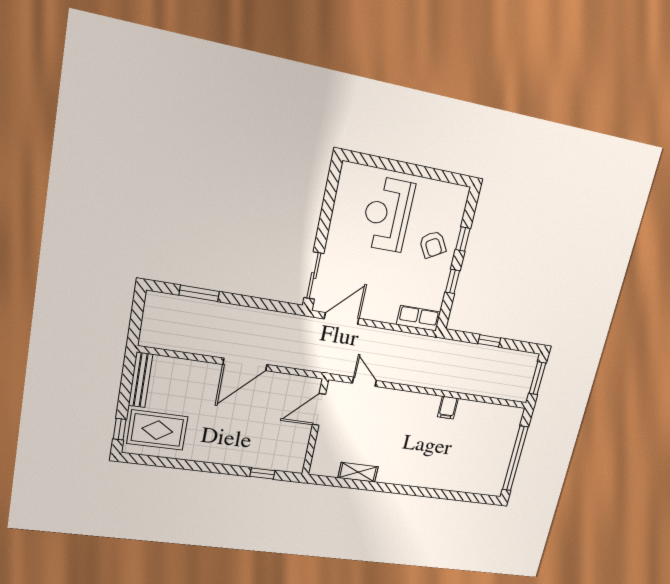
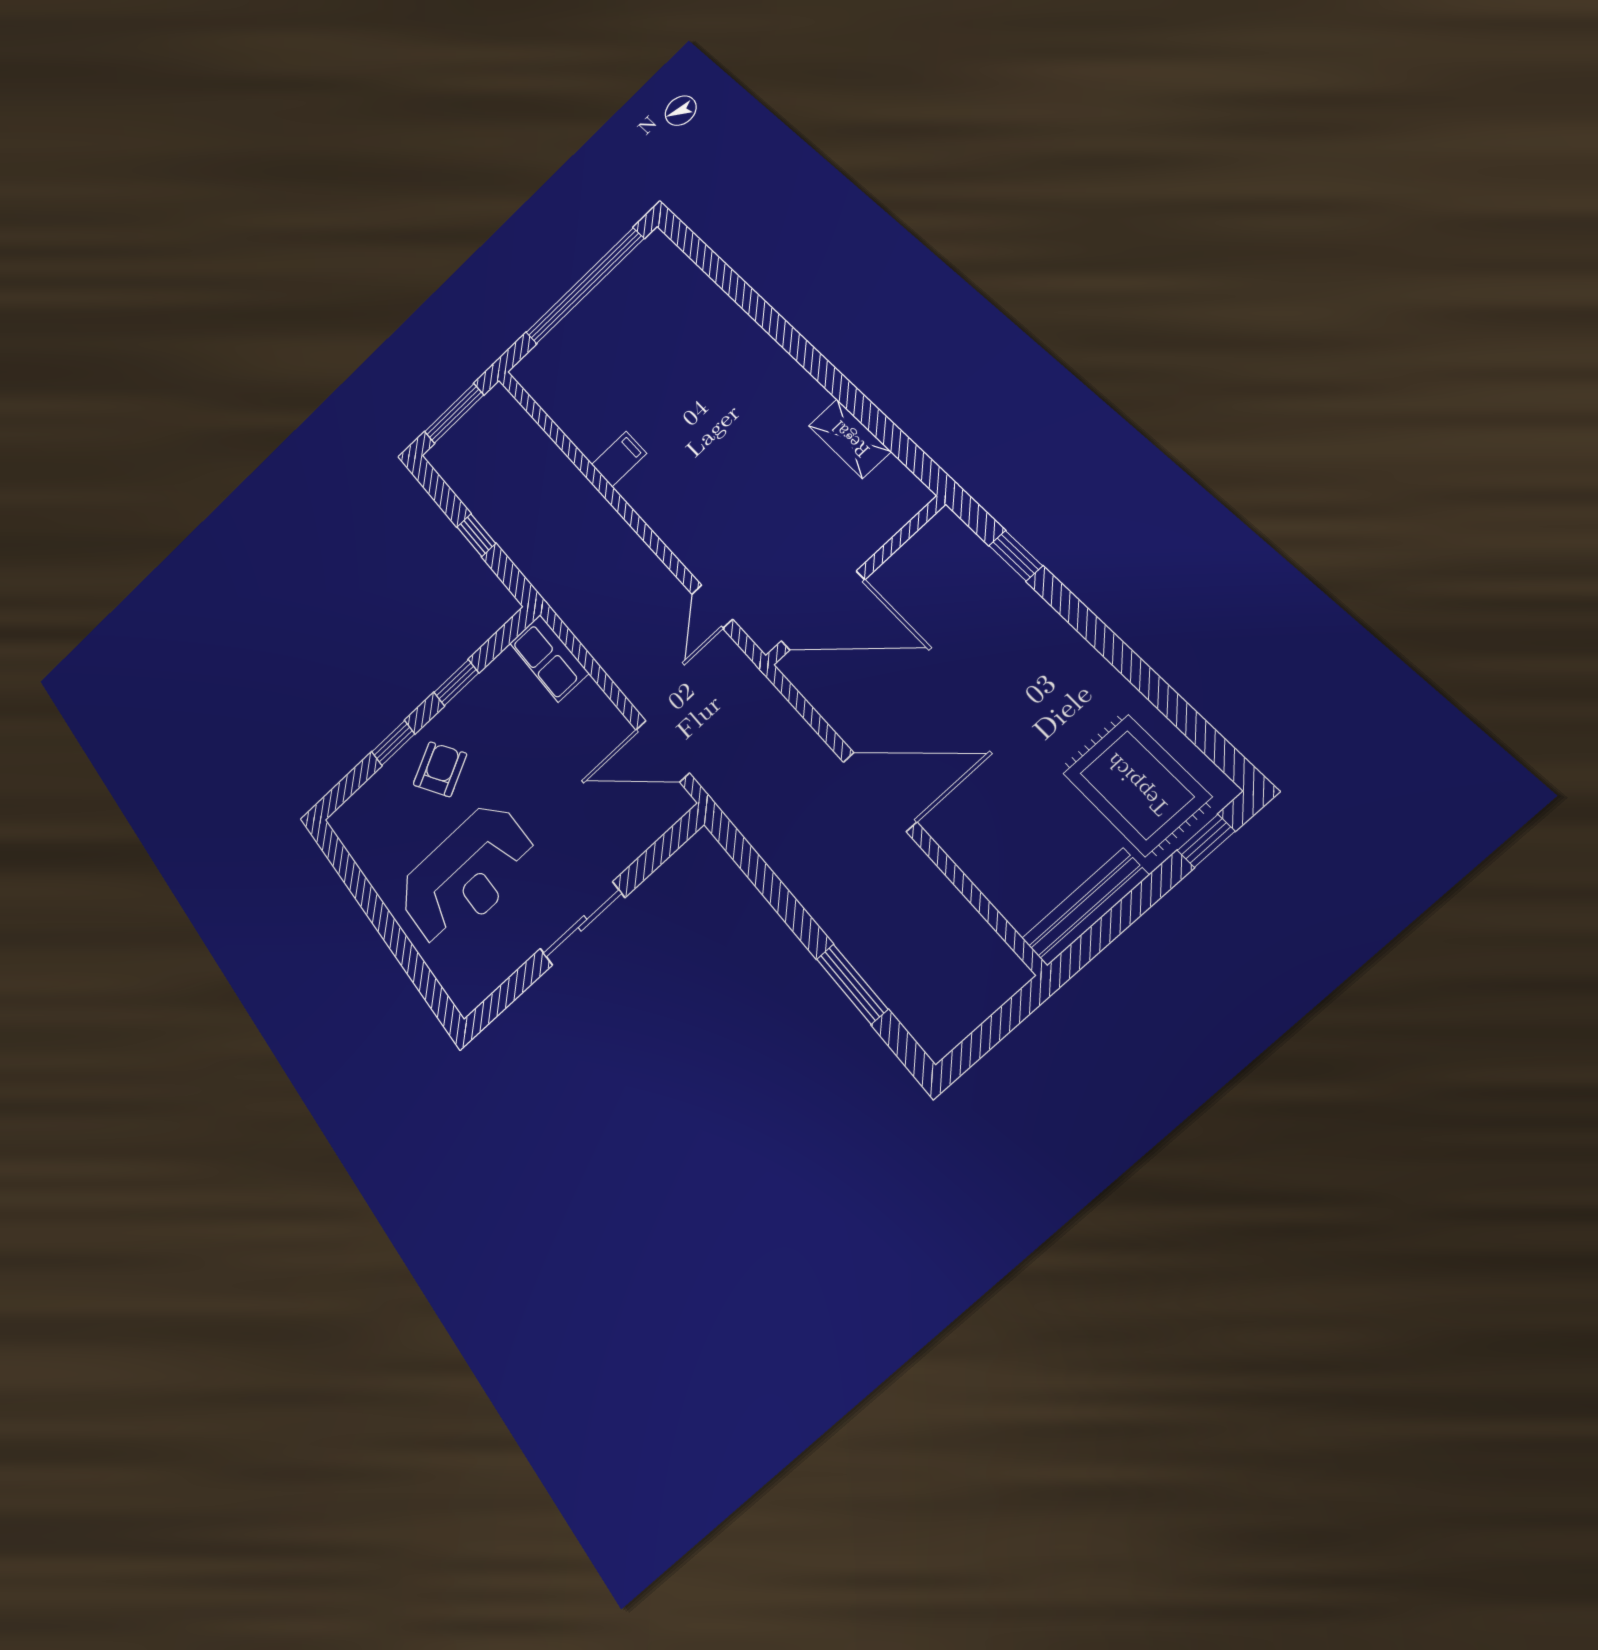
sliding door: (314, 276) -> (582, 923), moved
door: (319, 409) -> (823, 611), width x1.36

